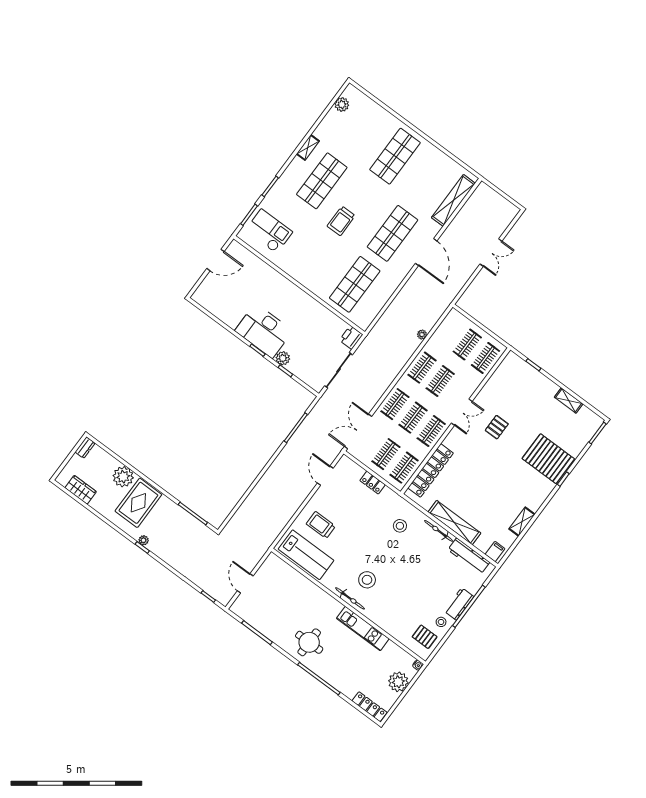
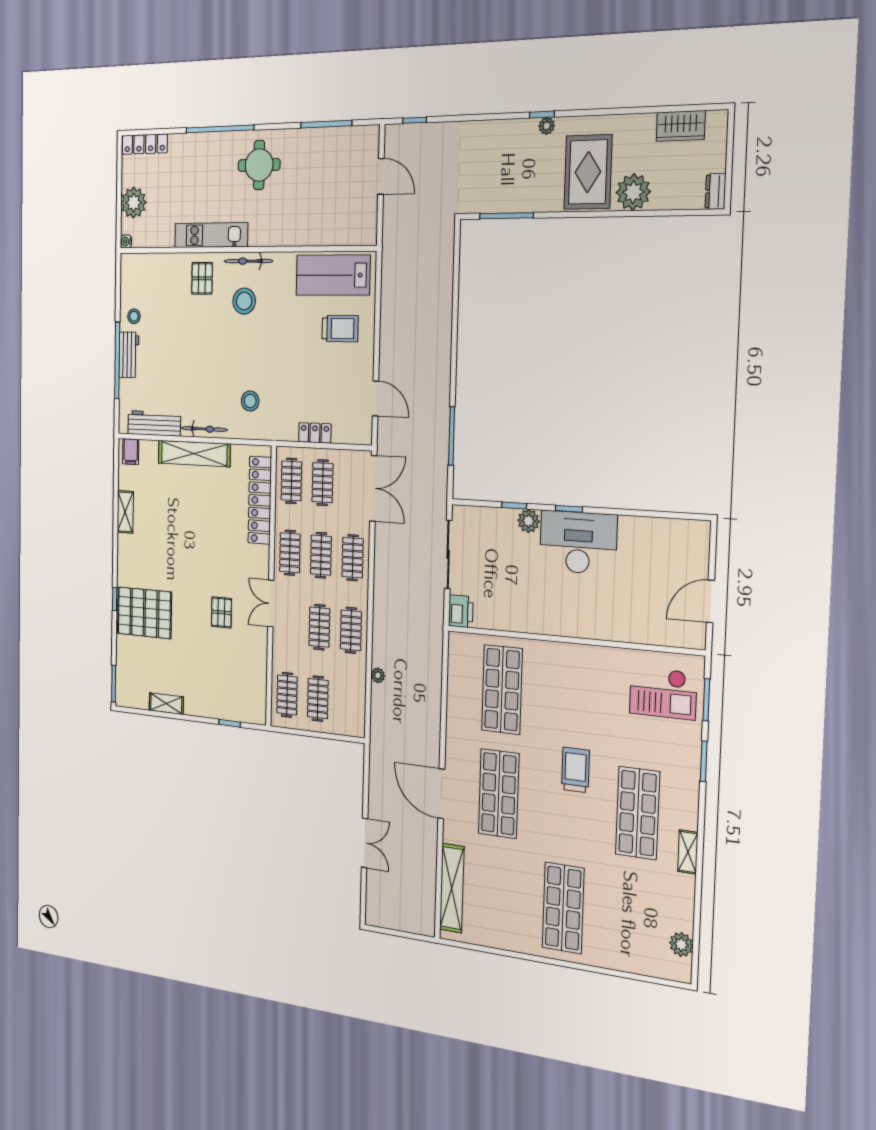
double door: (491, 253) -> (365, 843), swing flipped
pallet: (425, 637) -> (202, 278), moved, turned 90

